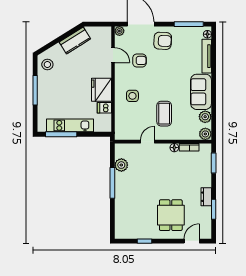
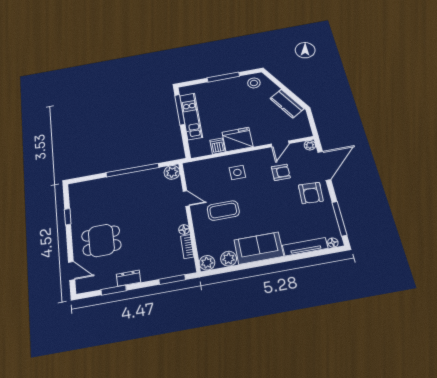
armchair: (139, 60) -> (281, 172), turned -90
plant: (121, 165) -> (172, 172), moved
window: (112, 183) -> (132, 170), width x1.46

